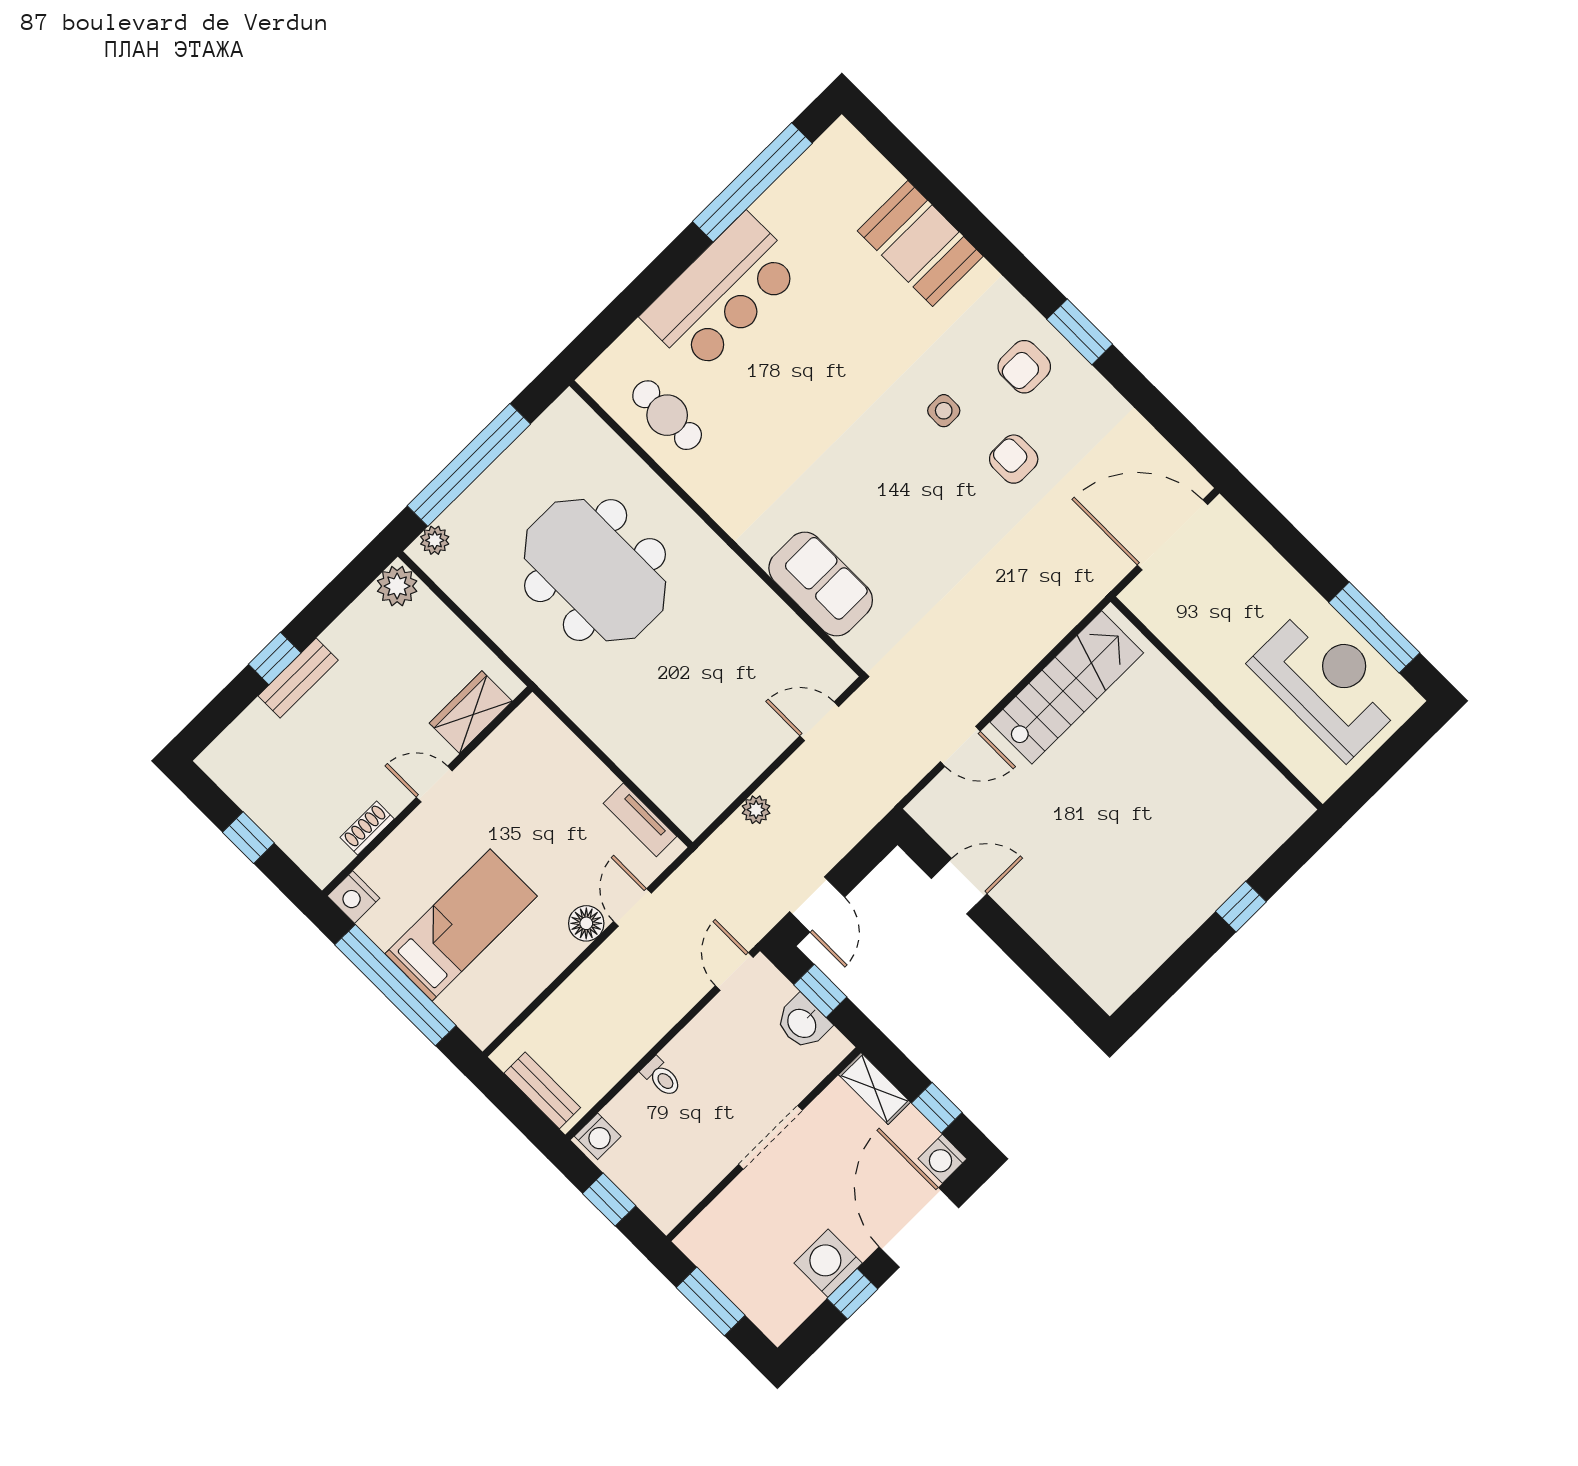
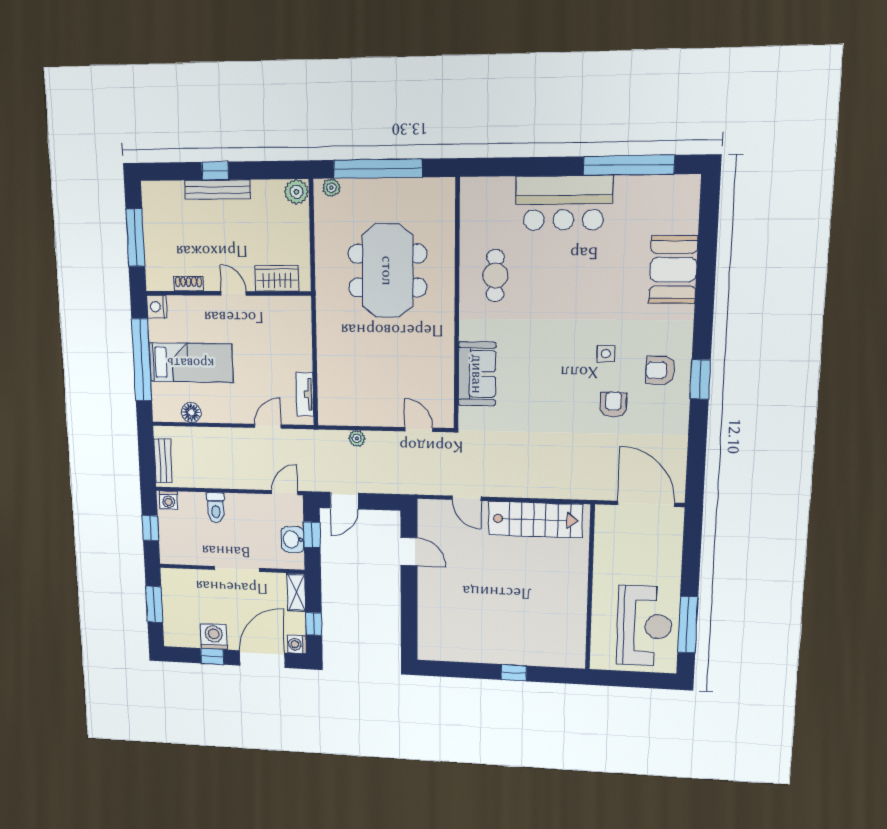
cafe table: (667, 415) -> (495, 276), moved
bench: (298, 678) -> (217, 190), width x1.36
window: (248, 838) -> (135, 238), width x2.17
floor lamp: (586, 923) -> (191, 412), moved
toilet: (661, 1077) -> (216, 508), width x1.37, depth x1.39

